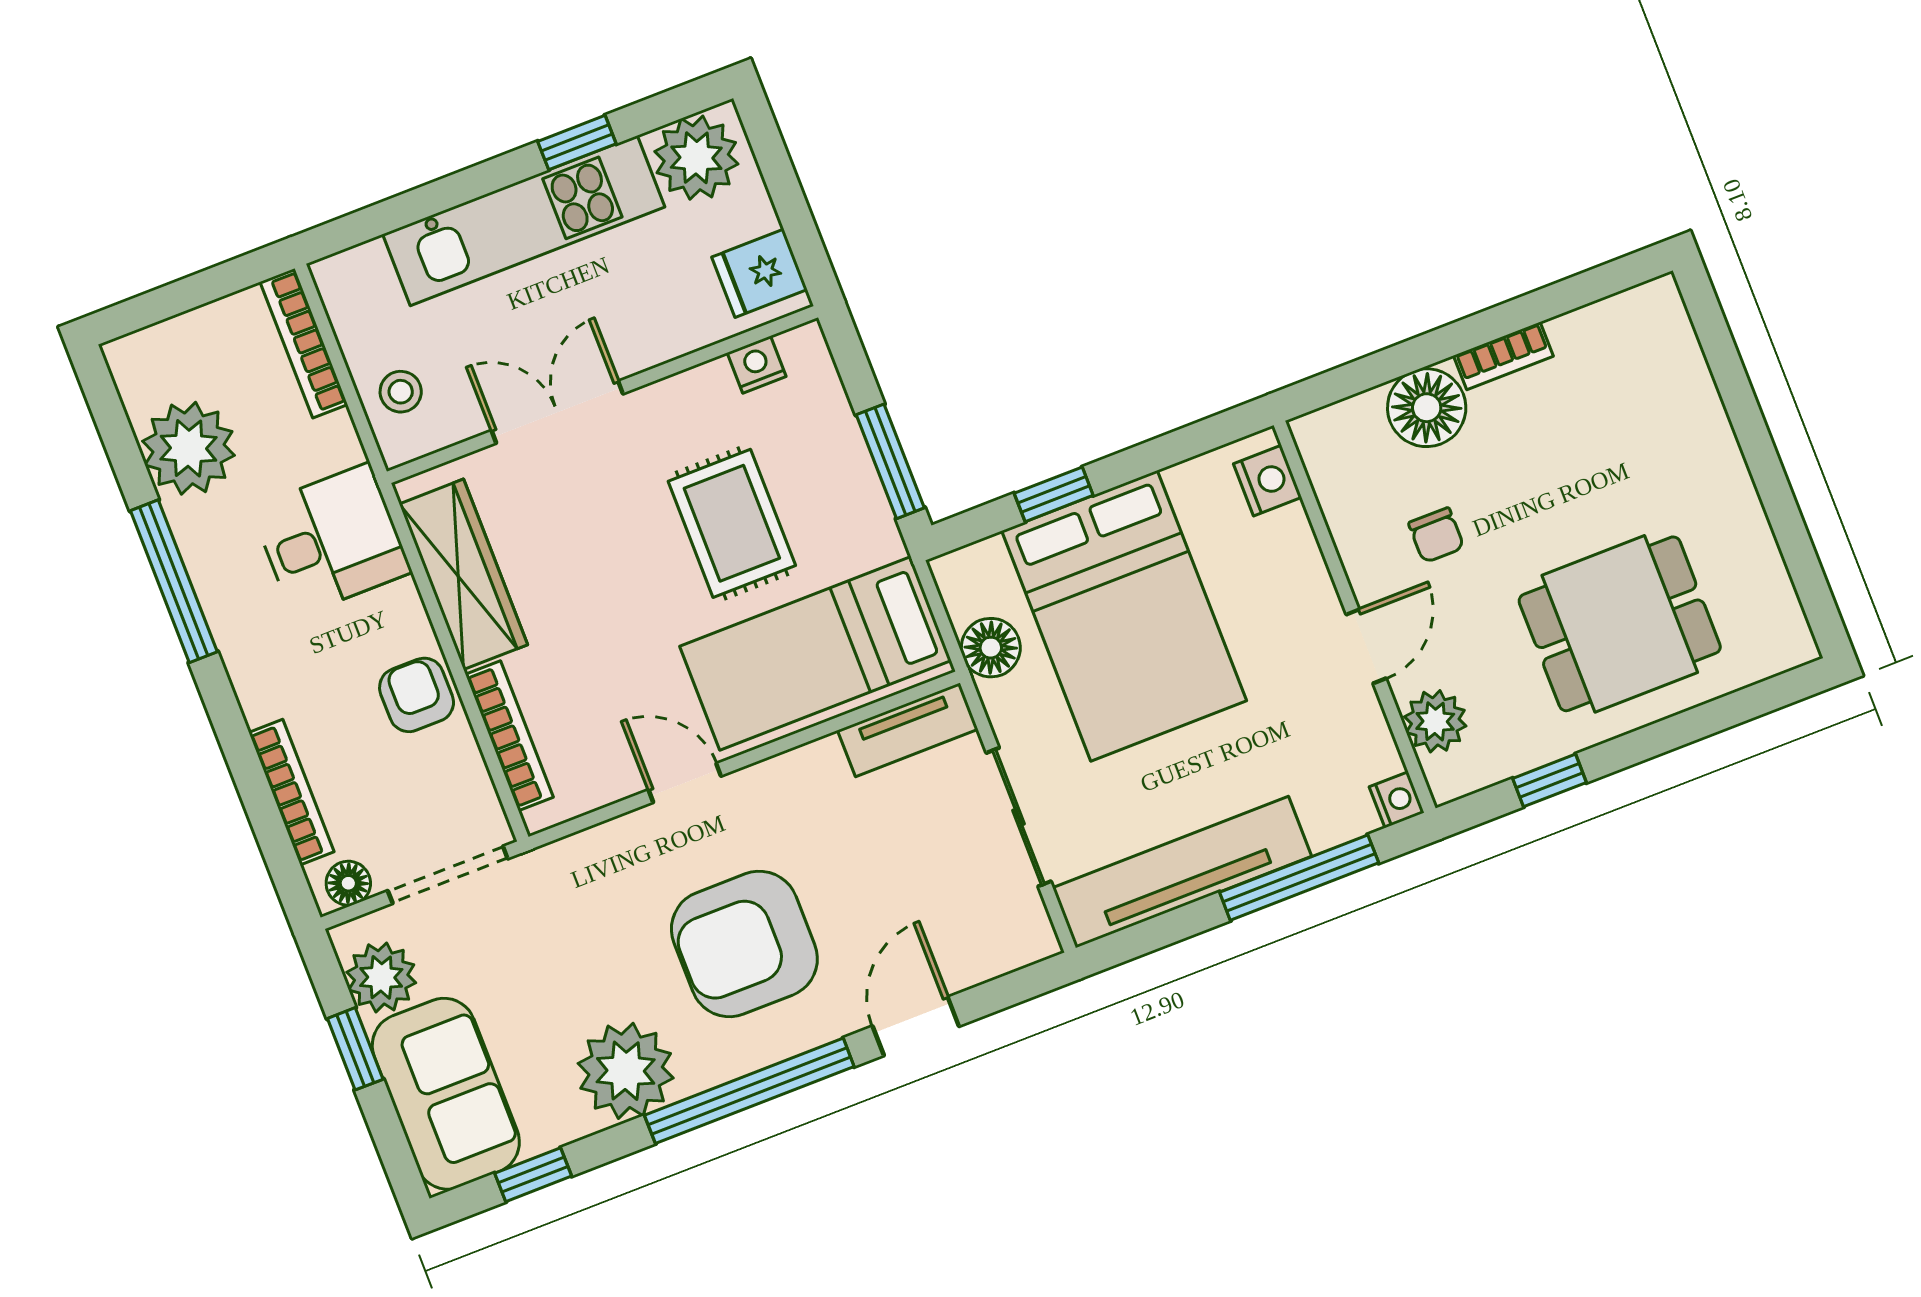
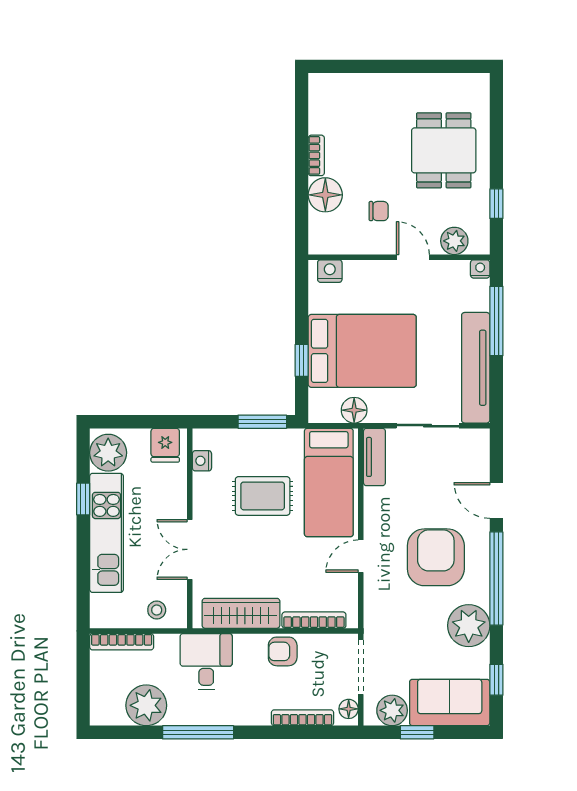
armchair: (744, 944) -> (436, 557), turned 180

